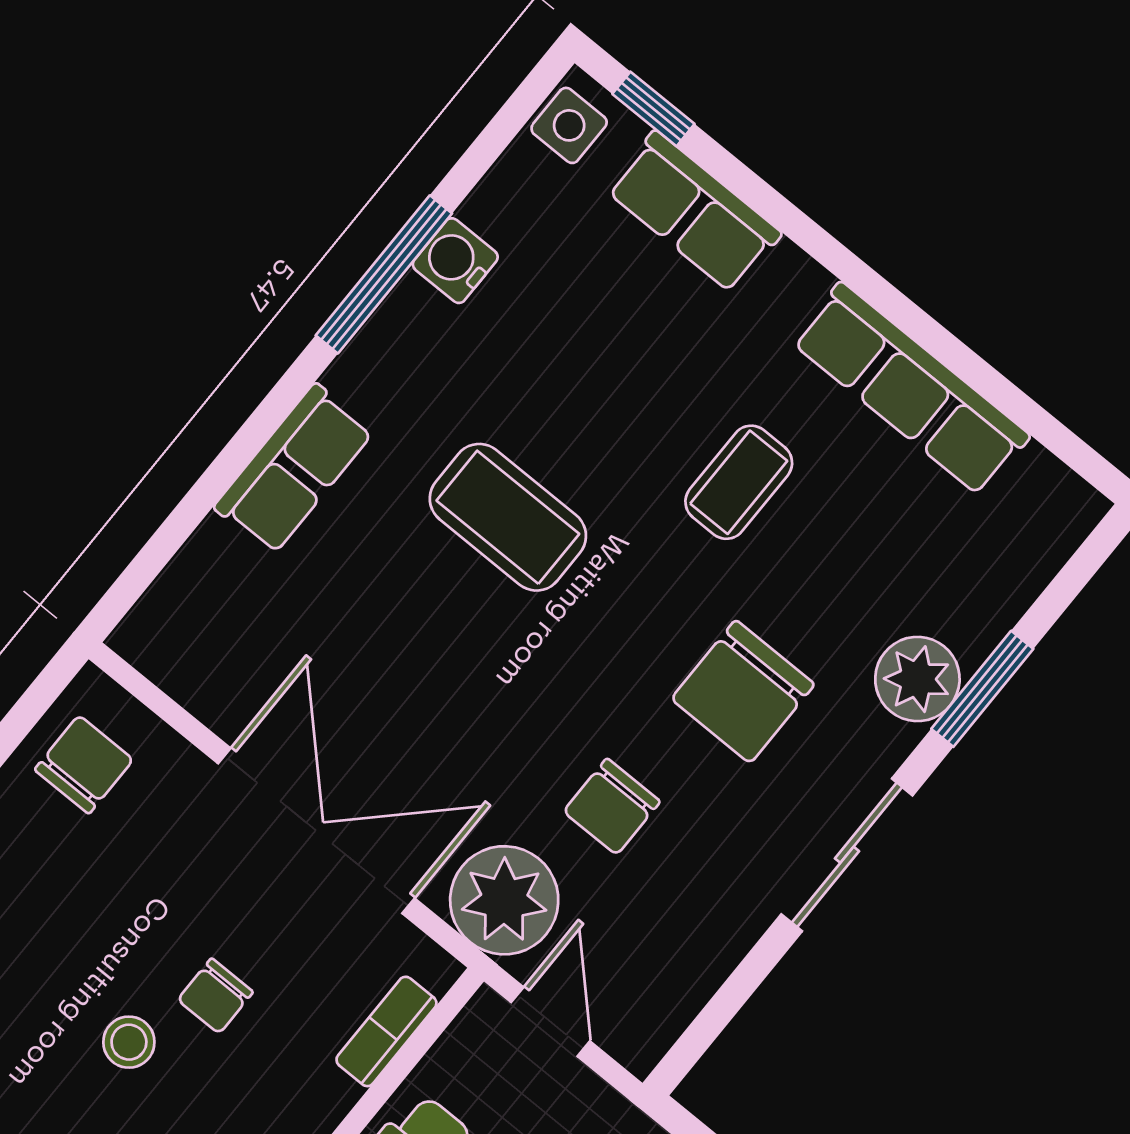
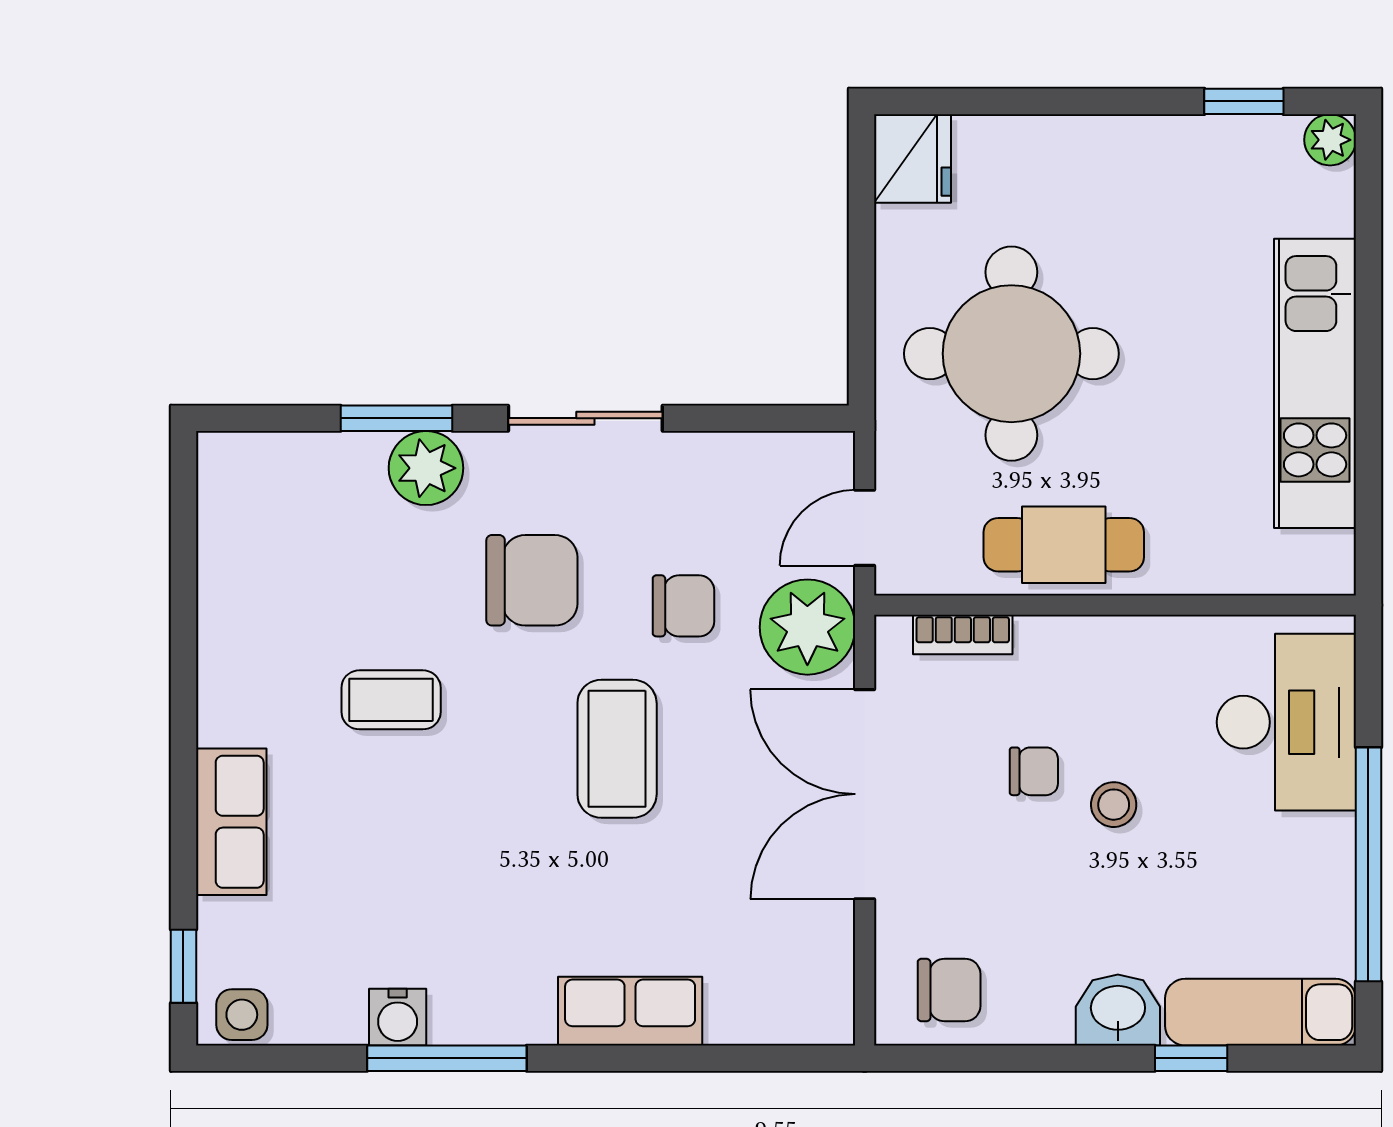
row of seats: (694, 212) -> (231, 822), moved
row of seats: (911, 389) -> (231, 634), removed
coffee table: (508, 517) -> (617, 749), moved
chair: (84, 765) -> (949, 990), turned 180

